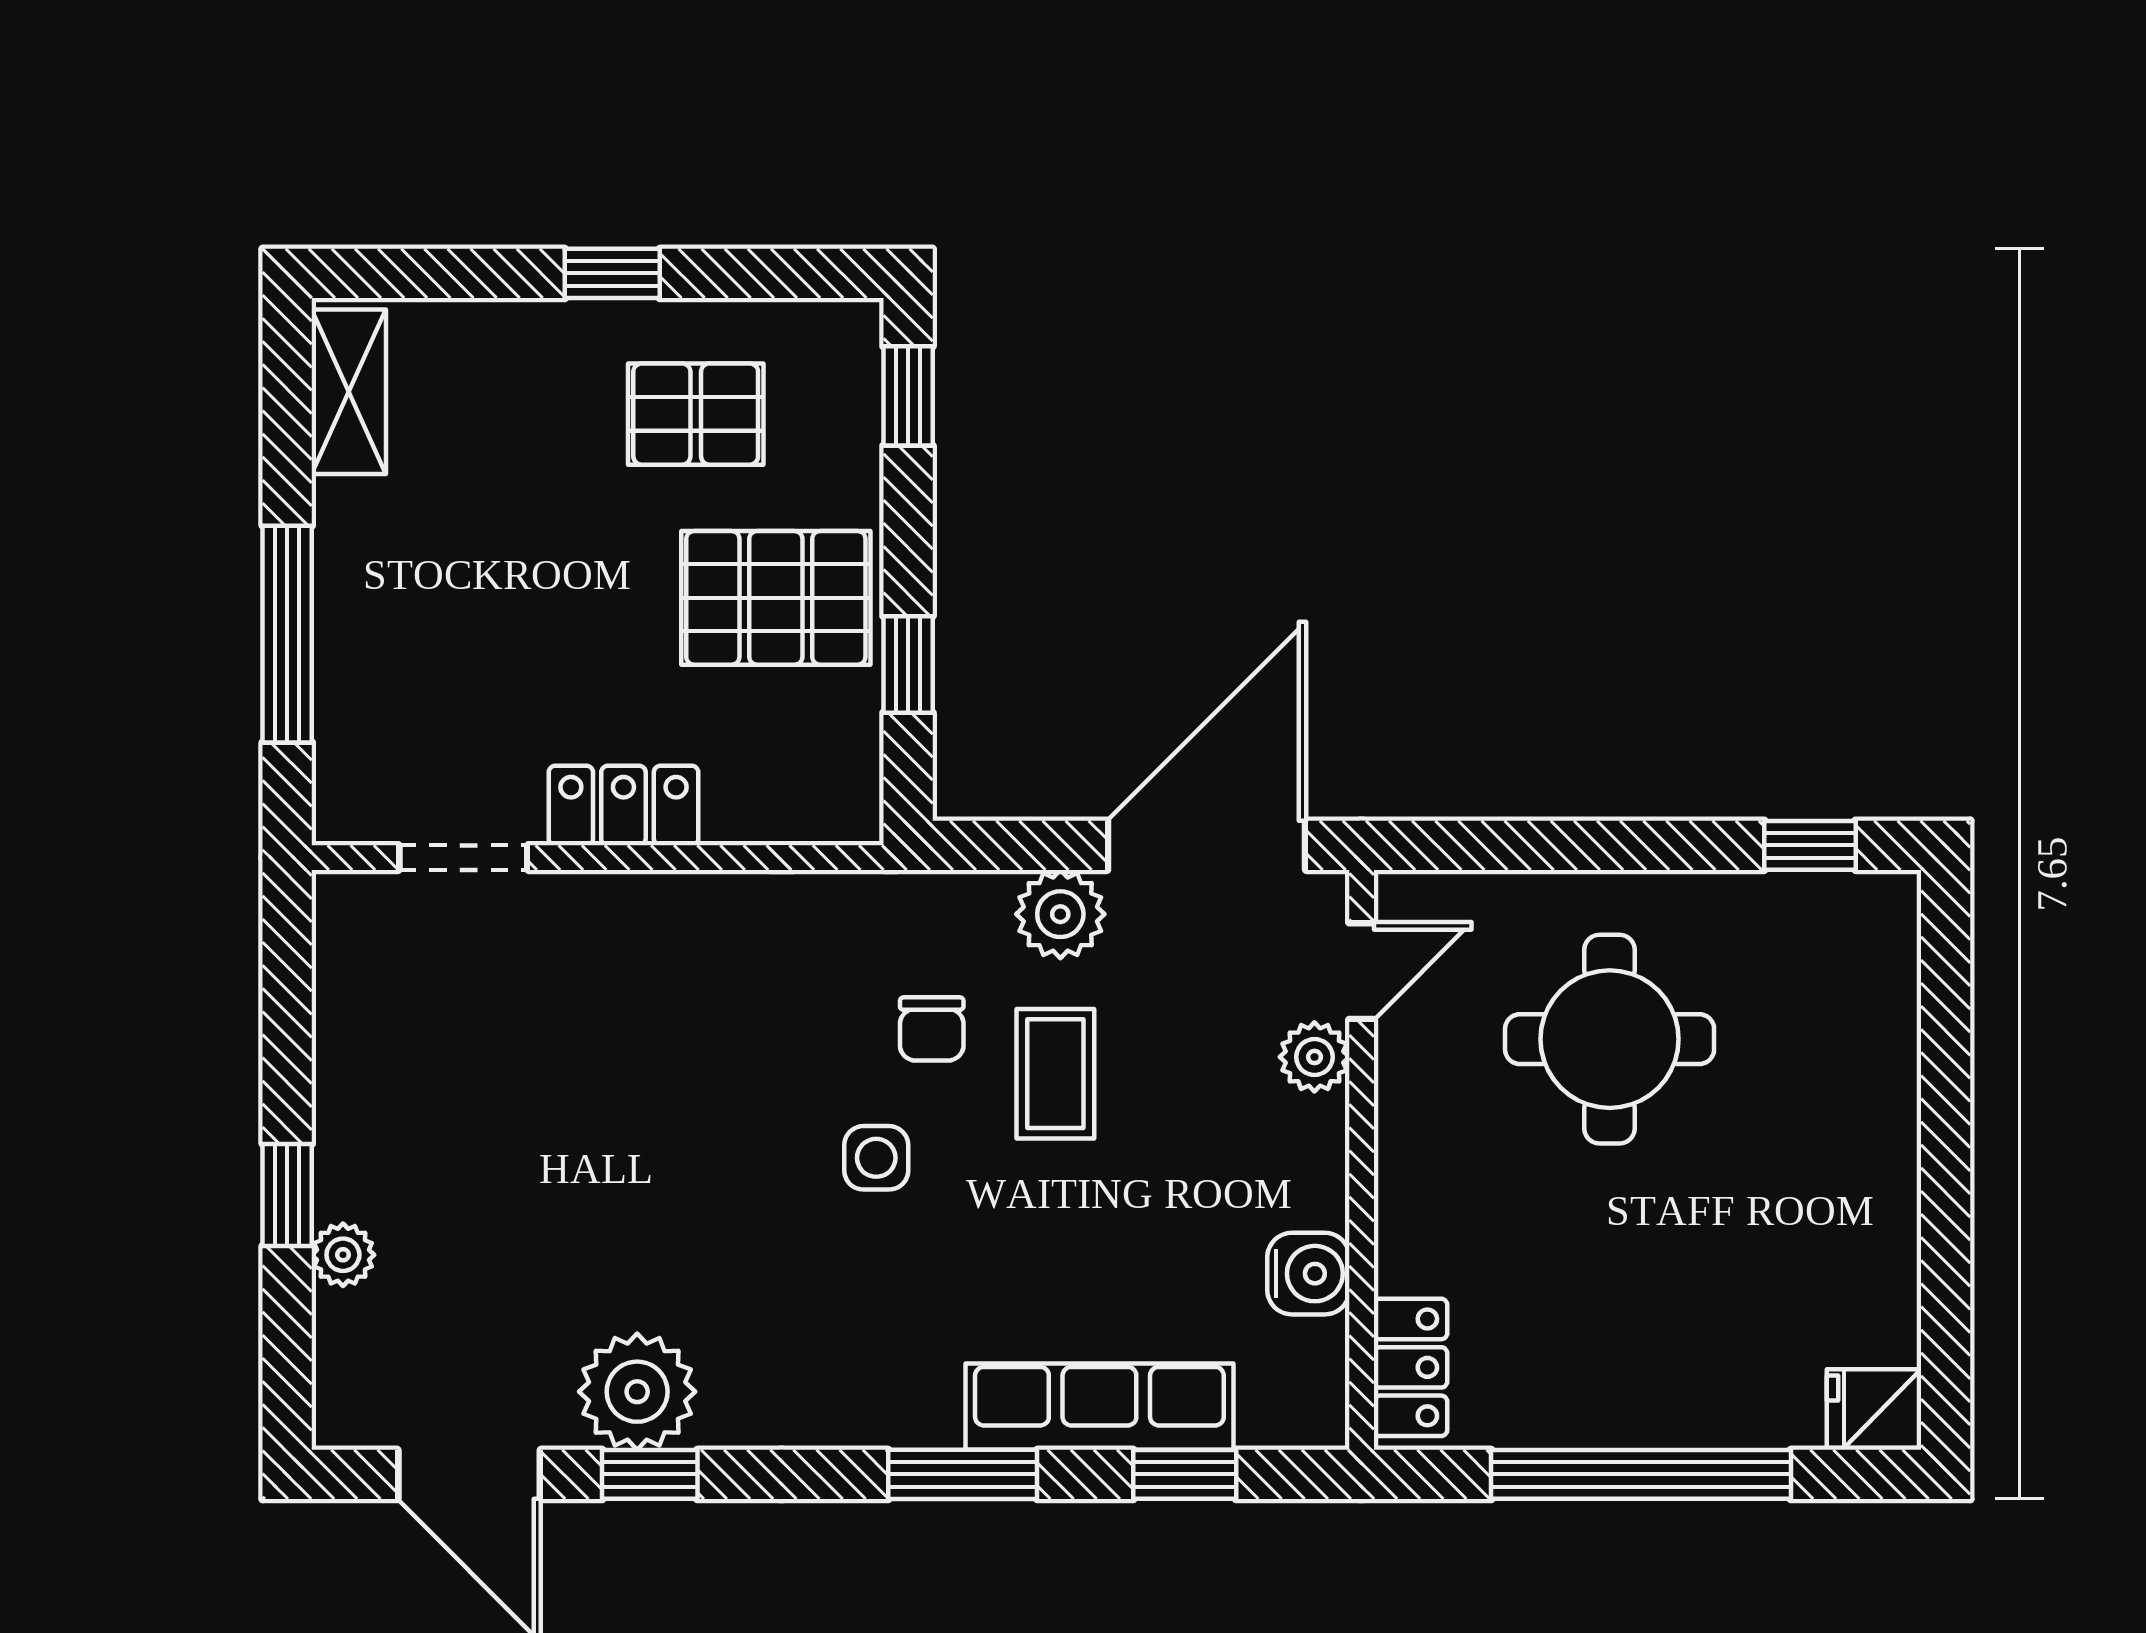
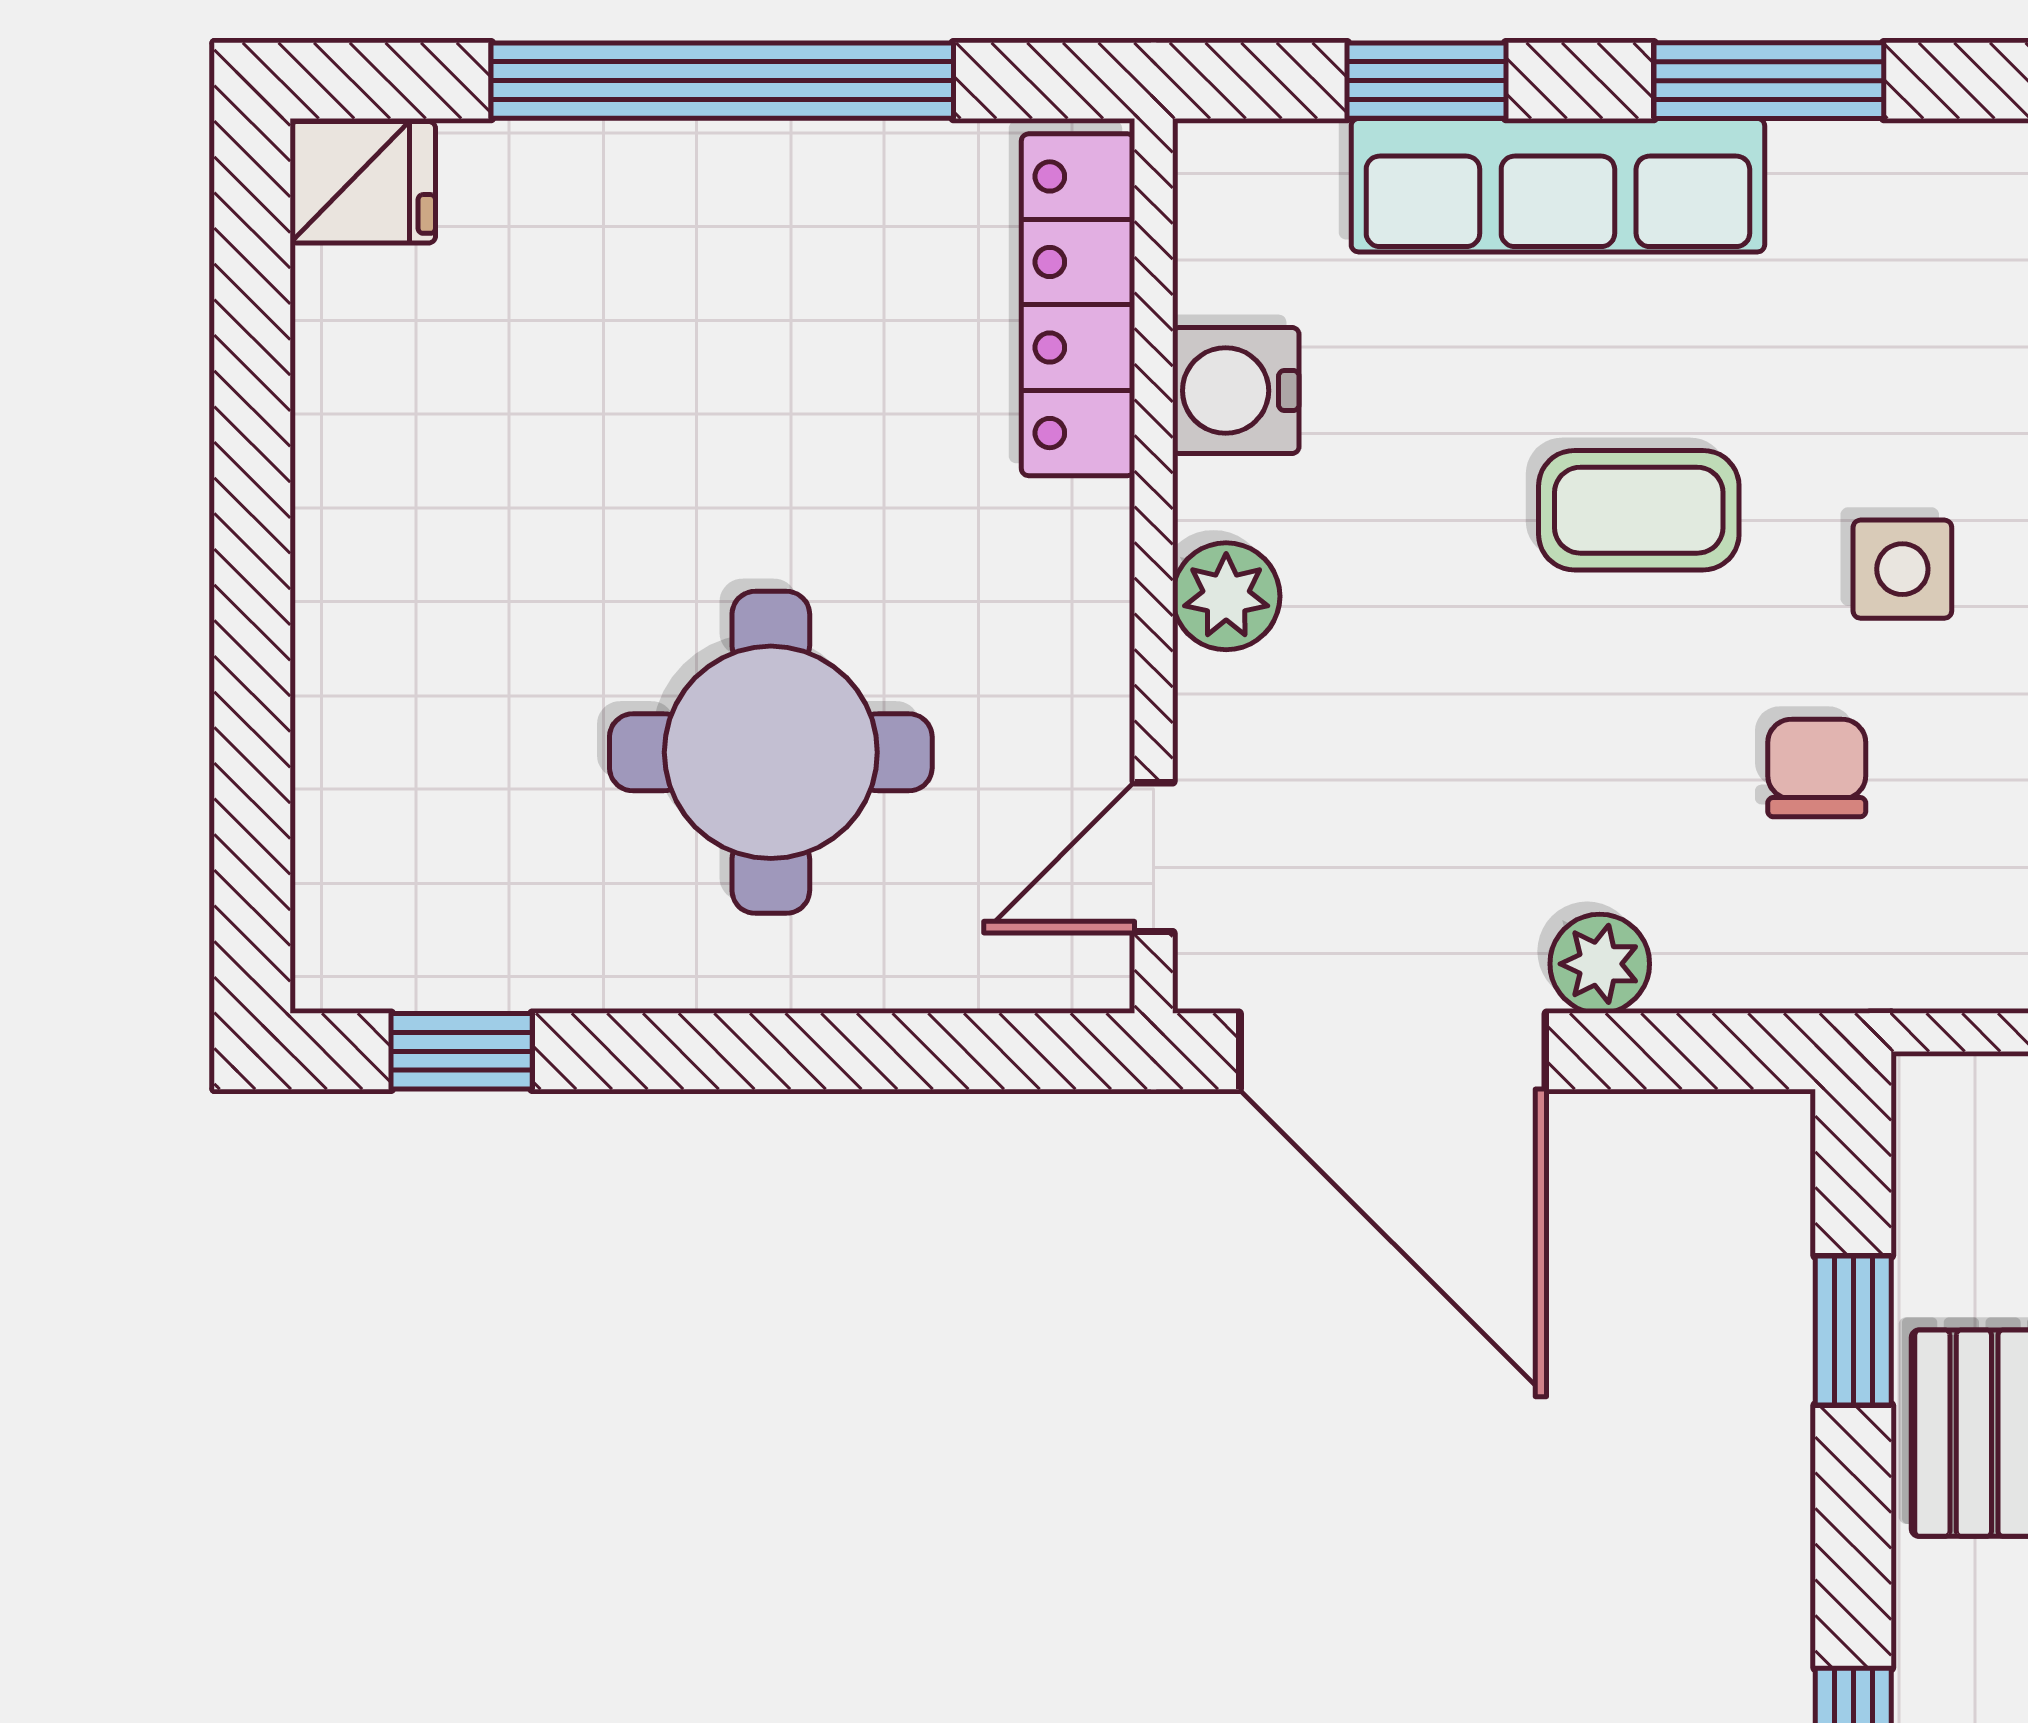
door: (1207, 845) -> (1393, 1051), hinge flipped
plant: (1060, 914) -> (1600, 964), width x0.73, depth x0.73
plant: (1314, 1057) -> (1226, 596), moved
coffee table: (1055, 1074) -> (1639, 510), moved, turned 90
locker: (1410, 1367) -> (1078, 305), width x1.53

